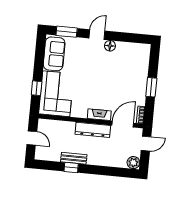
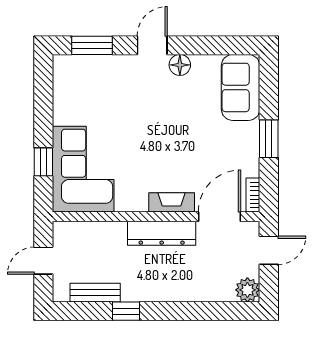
sofa: (54, 54) -> (241, 87), moved, turned 180
door: (32, 138) -> (43, 261), swing flipped
bench: (74, 158) -> (95, 293), moved

